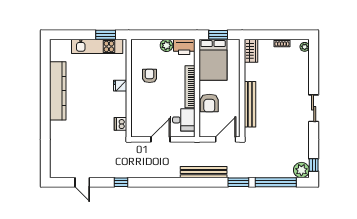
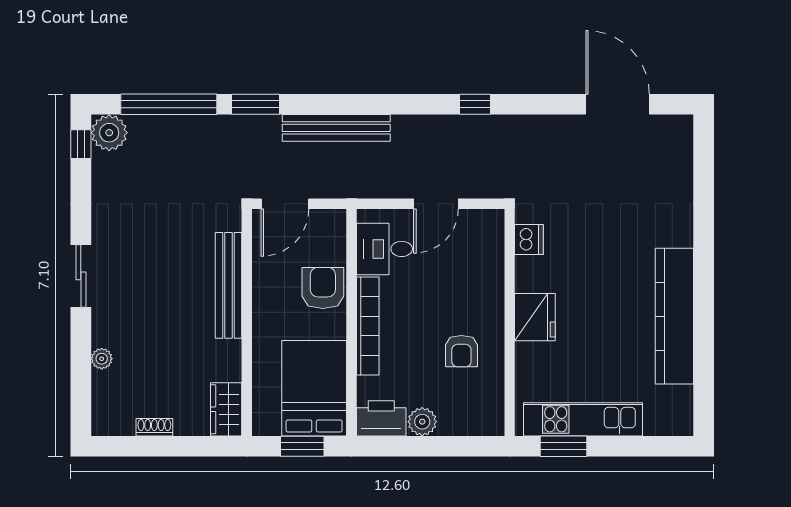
plant: (305, 47) -> (102, 359), moved
fridge: (120, 86) -> (535, 317), width x1.88, depth x1.34
door: (82, 182) -> (618, 104), width x1.87
window: (121, 182) -> (475, 104), moved

